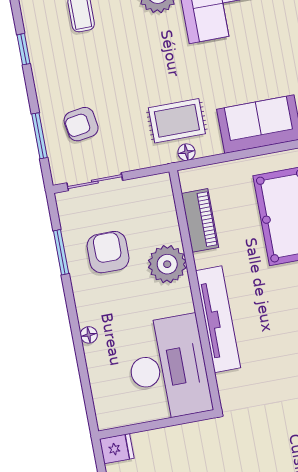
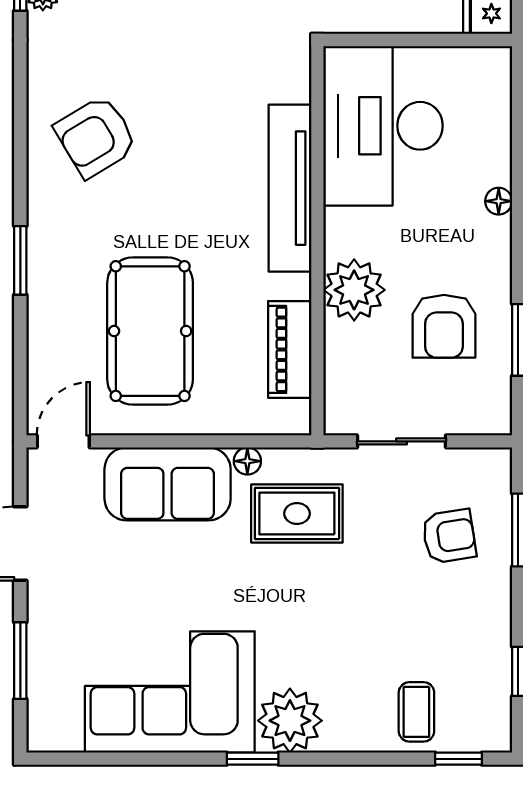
floor lamp: (186, 152) -> (247, 461), moved
sliding door: (95, 182) -> (402, 441), moved

